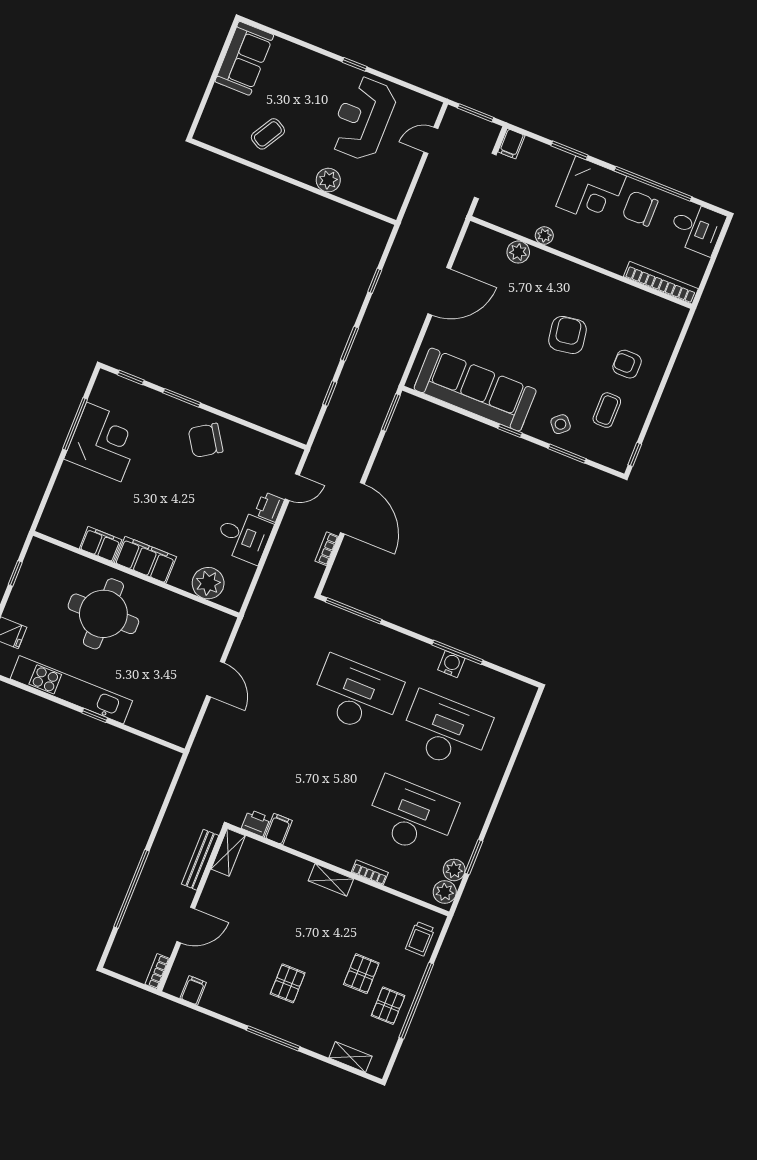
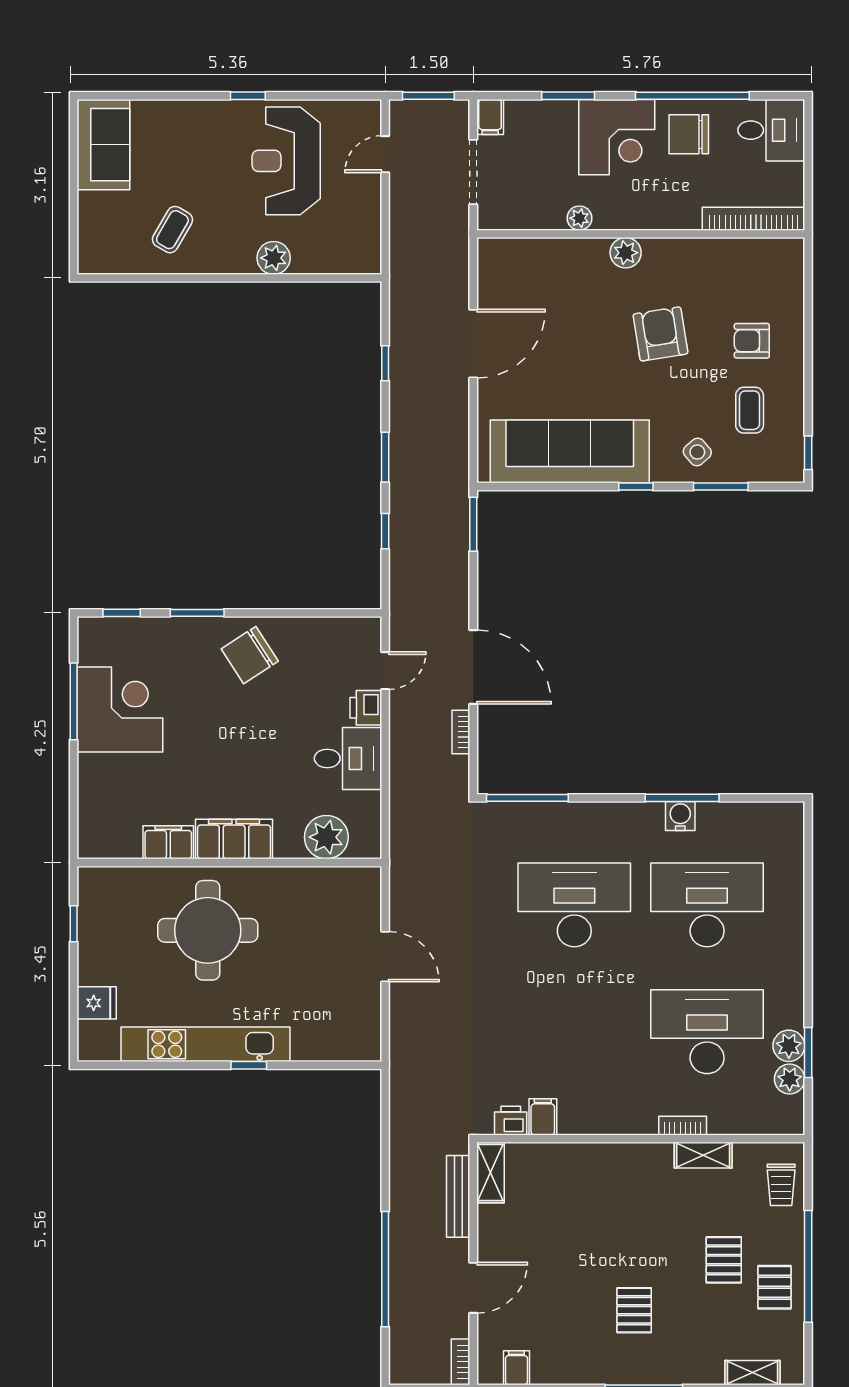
plant: (518, 252) -> (626, 253), moved
shelving: (331, 880) -> (703, 1155), moved
plant: (445, 892) -> (789, 1046), moved

